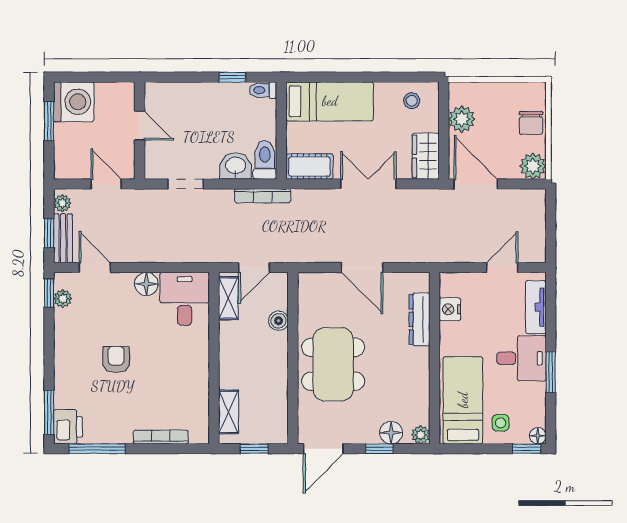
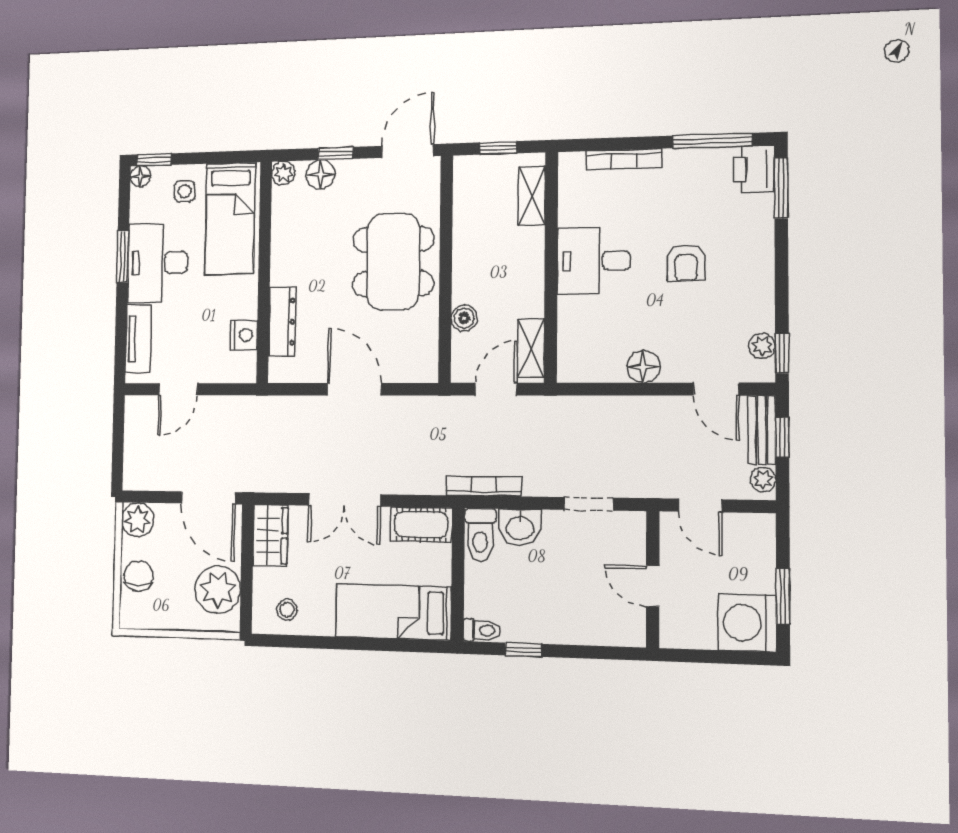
plant: (462, 119) -> (218, 590), width x1.36, depth x1.36
desk: (185, 299) -> (594, 261), moved, turned 90
desk: (522, 358) -> (158, 263), width x1.37

